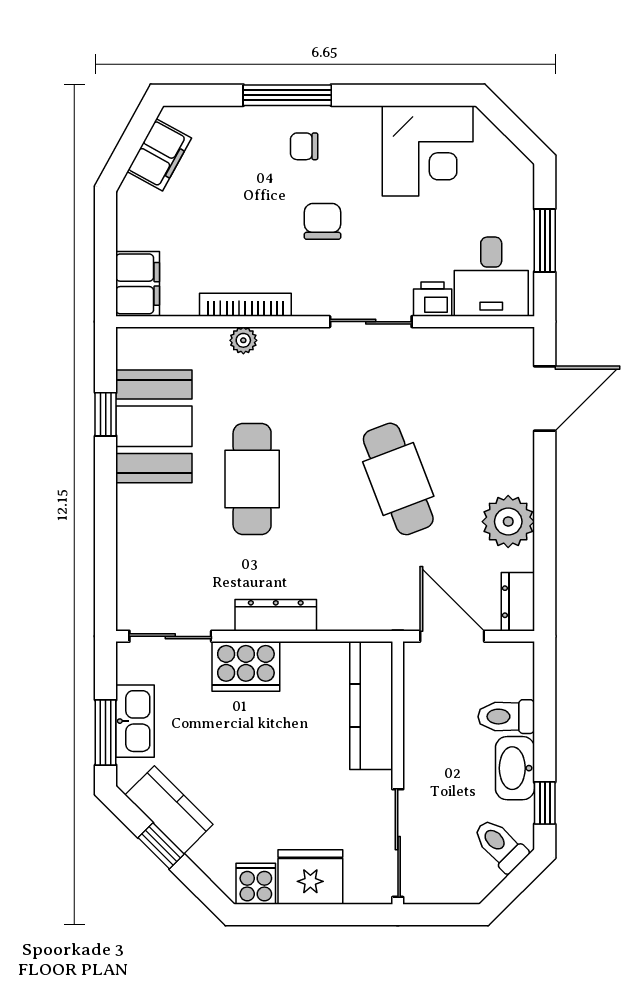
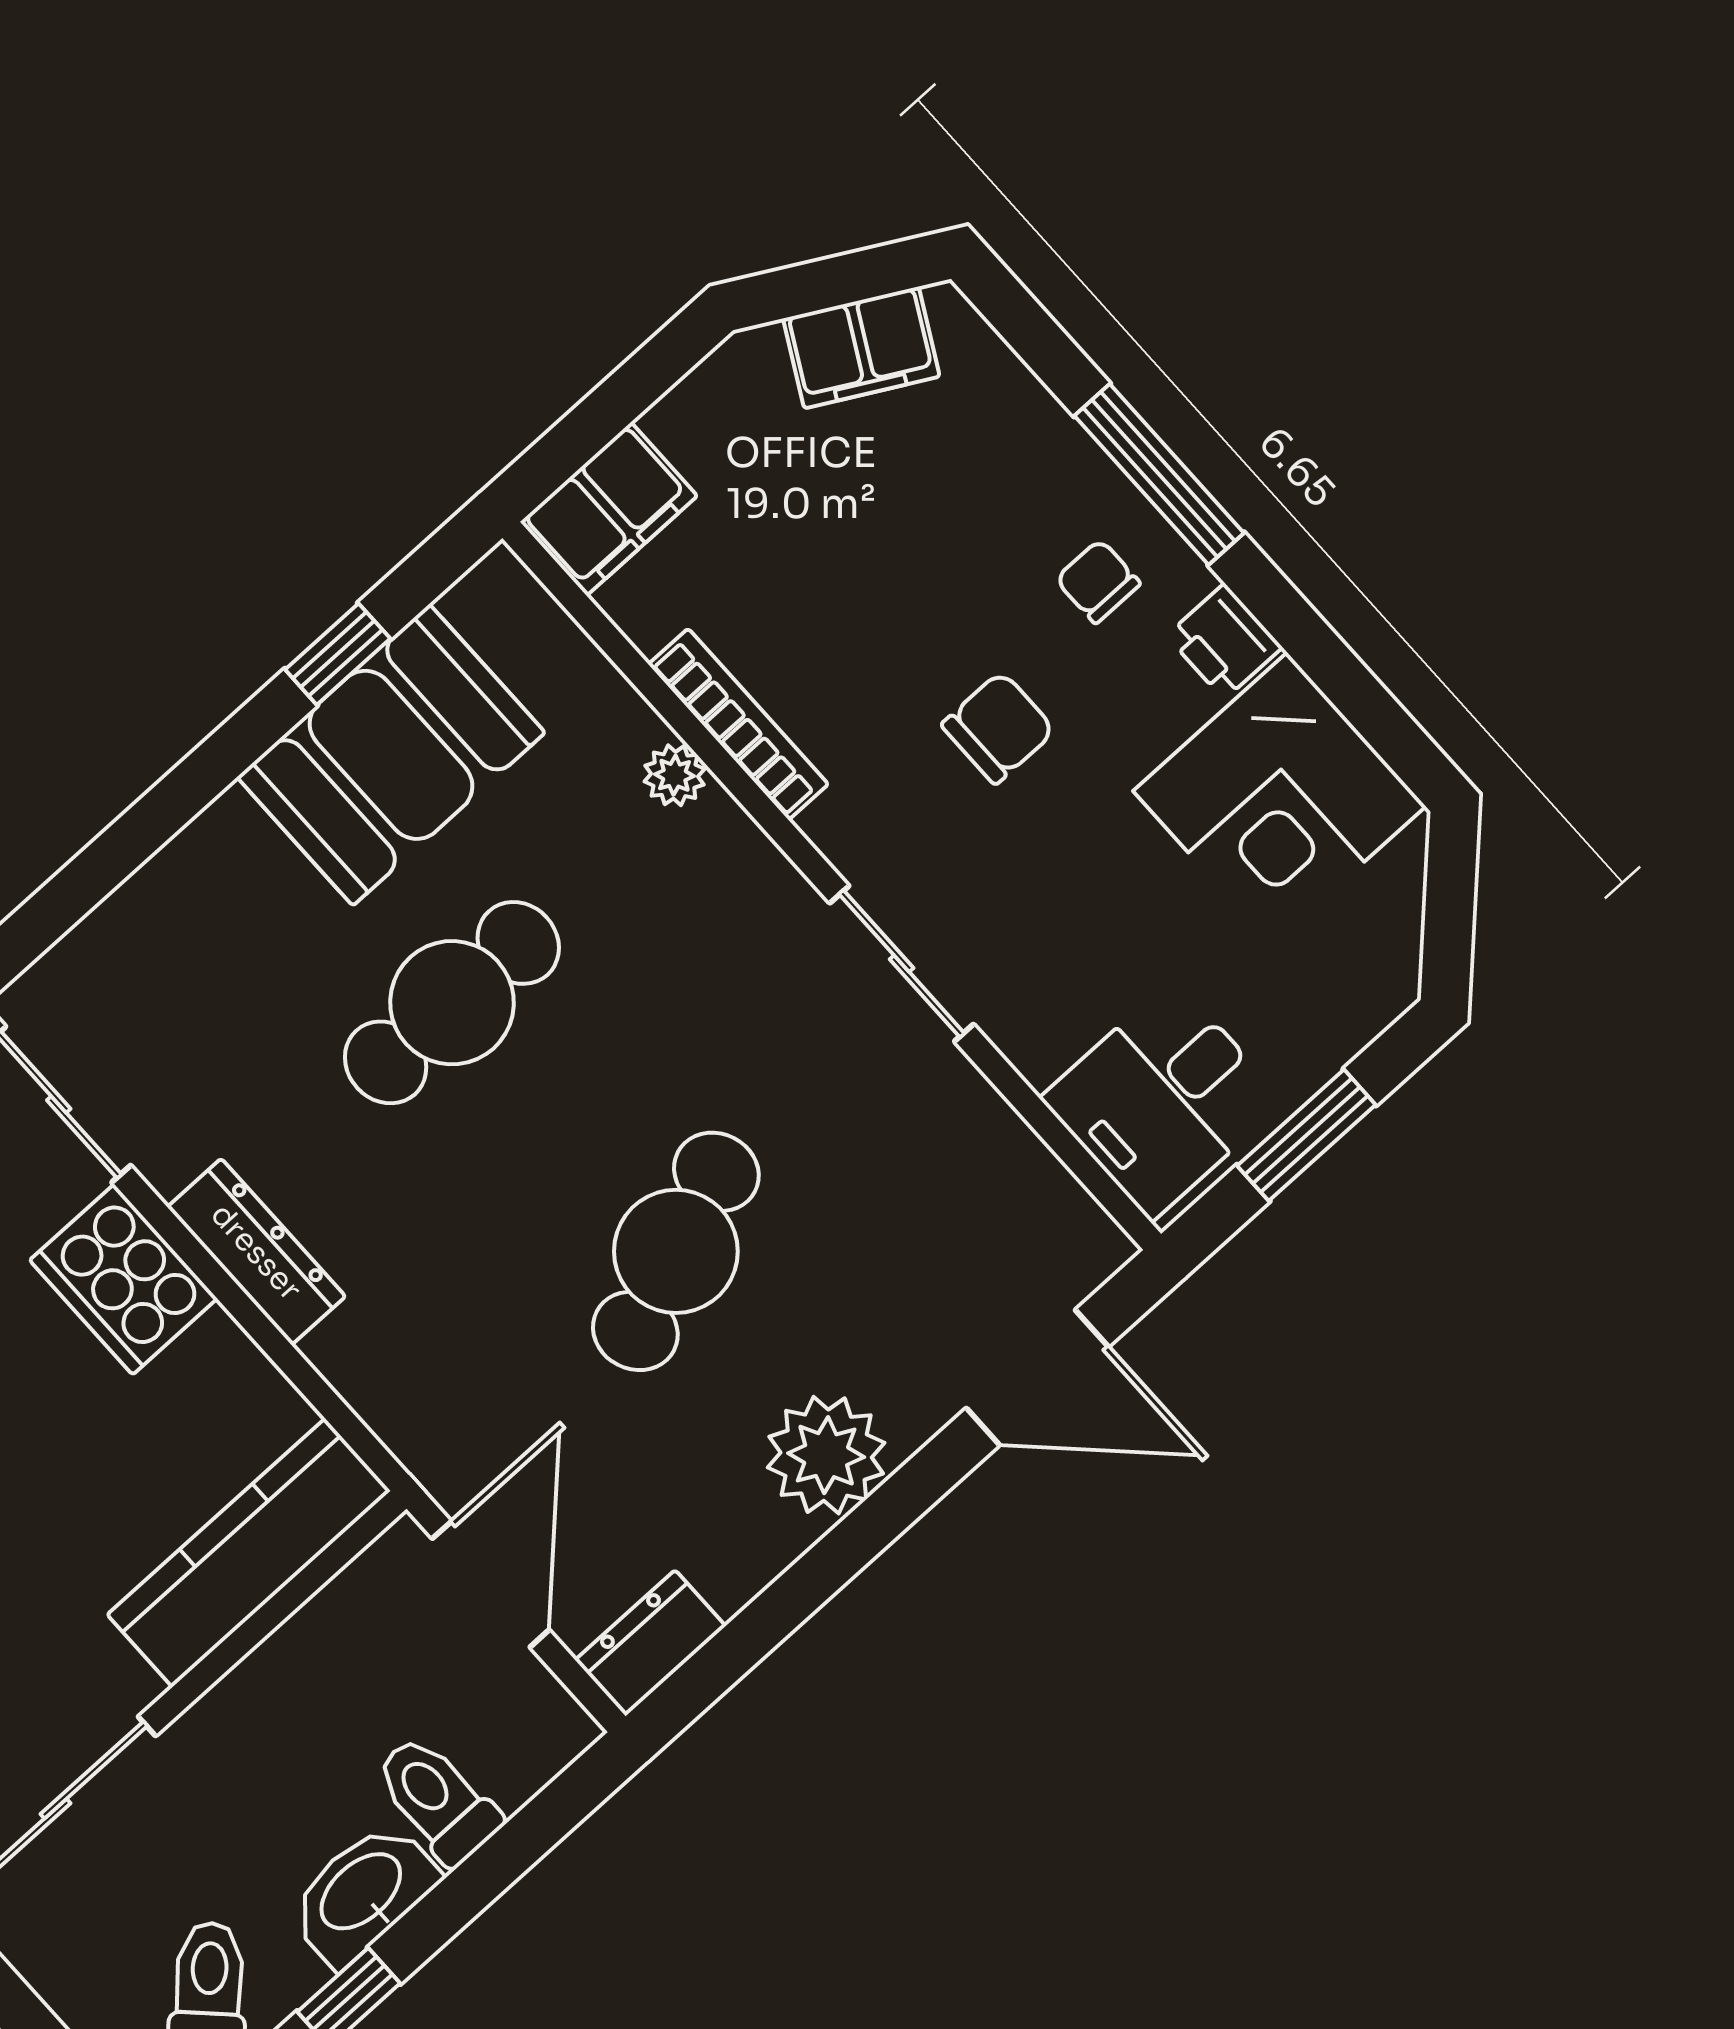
printer: (433, 299) -> (1224, 641), moved, turned 180
plant: (508, 522) -> (826, 1455), moved

